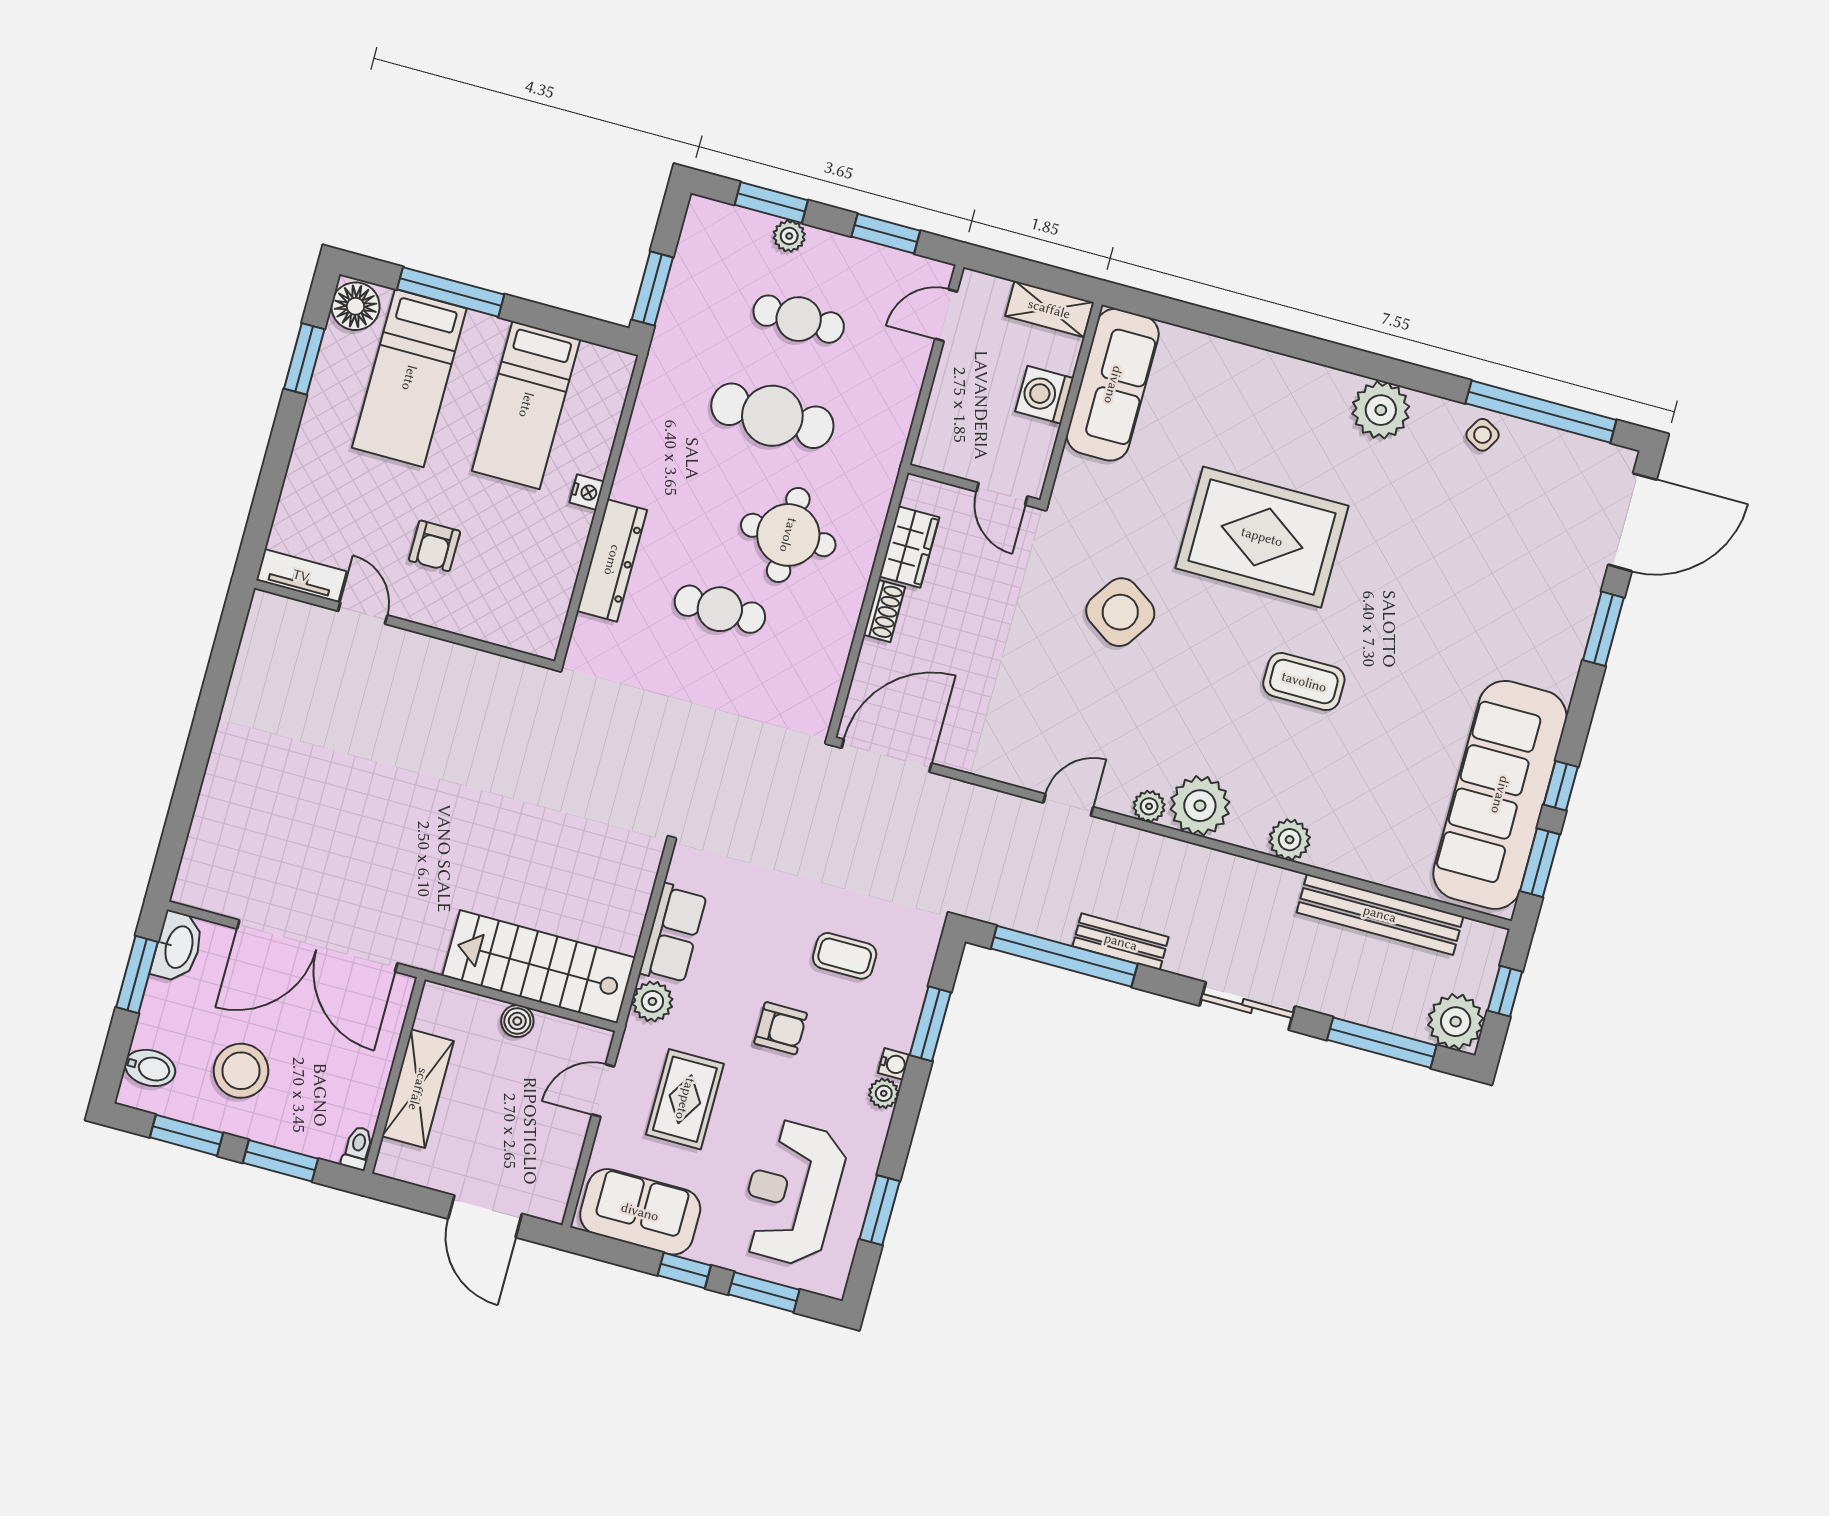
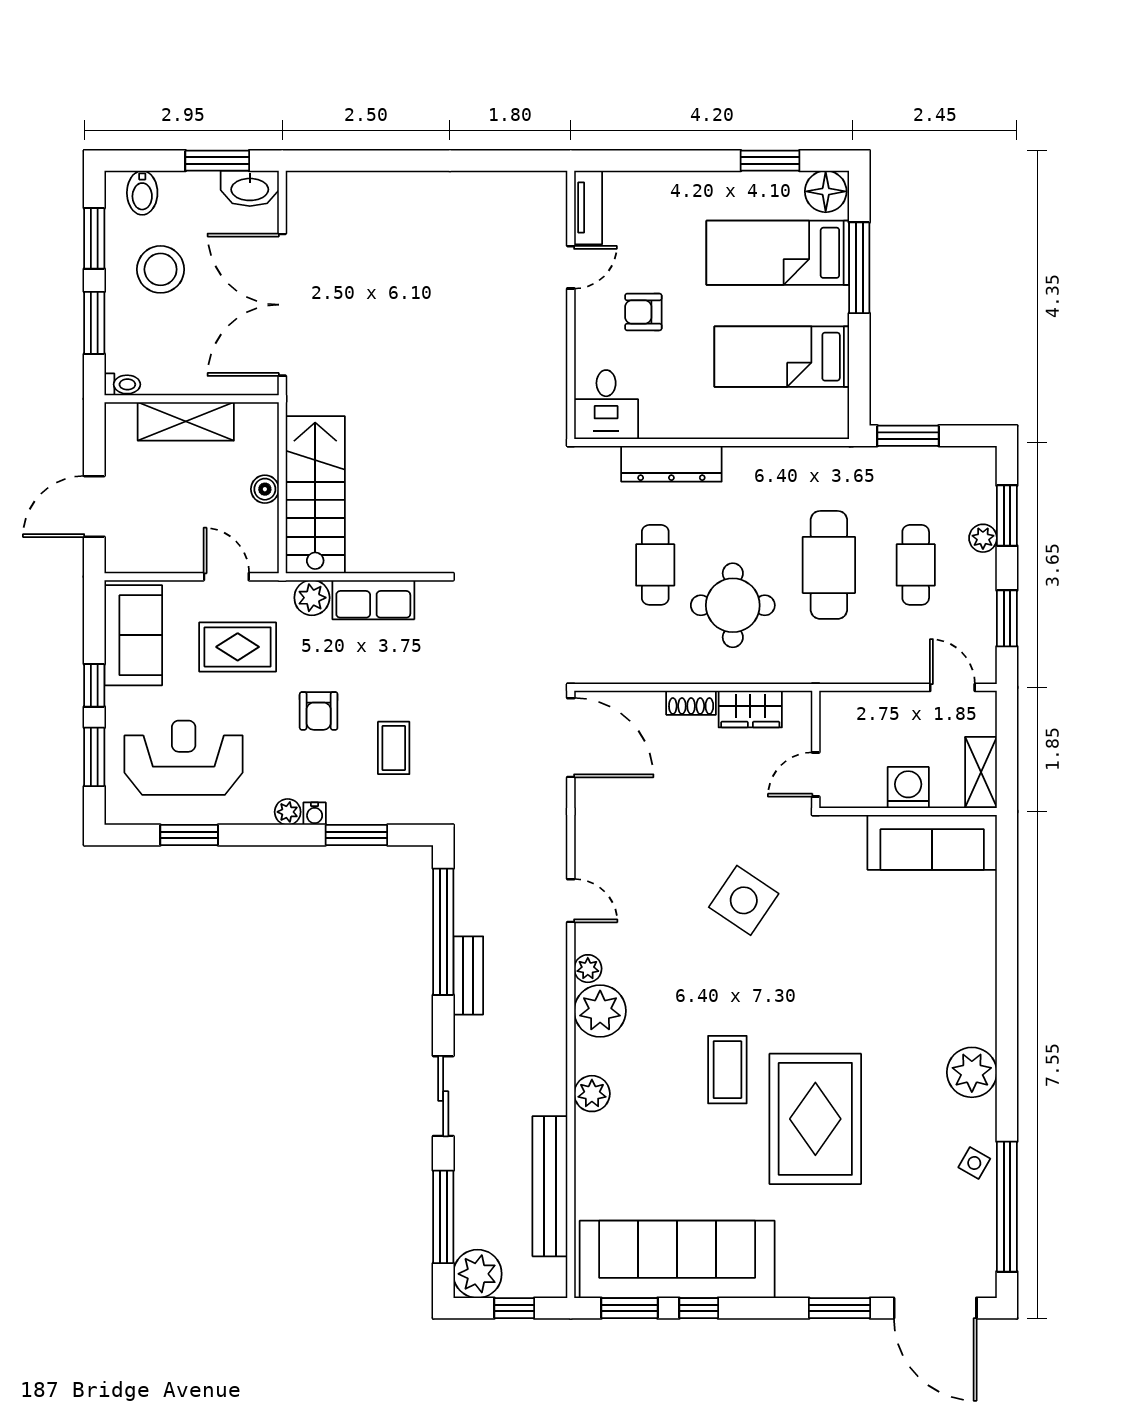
nightstand: (587, 492) -> (723, 427), removed
rug: (1262, 537) -> (815, 1119), moved
desk: (526, 615) -> (606, 405), added

